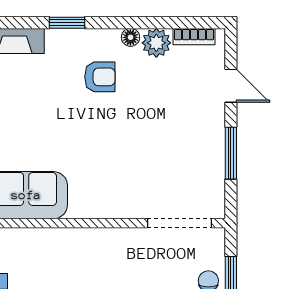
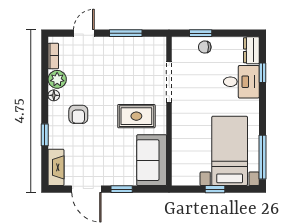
armchair: (100, 77) -> (78, 114), turned 180
rug: (97, 171) -> (136, 116), added
doorway: (179, 223) -> (169, 82), moved

